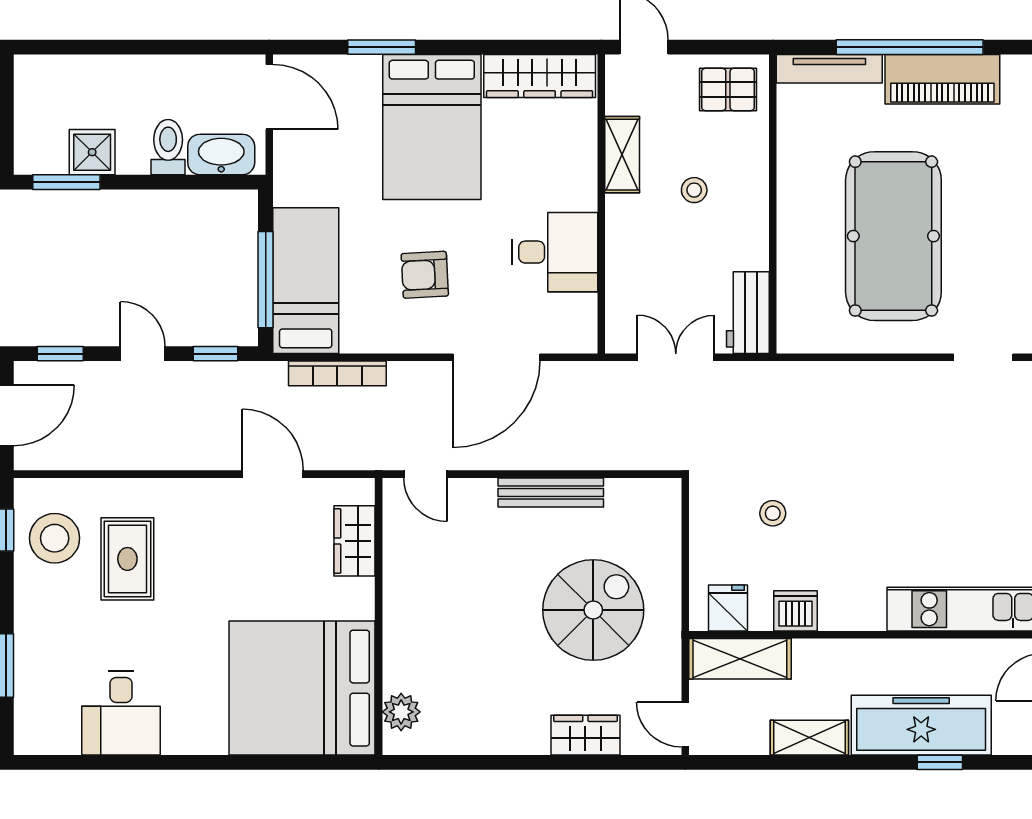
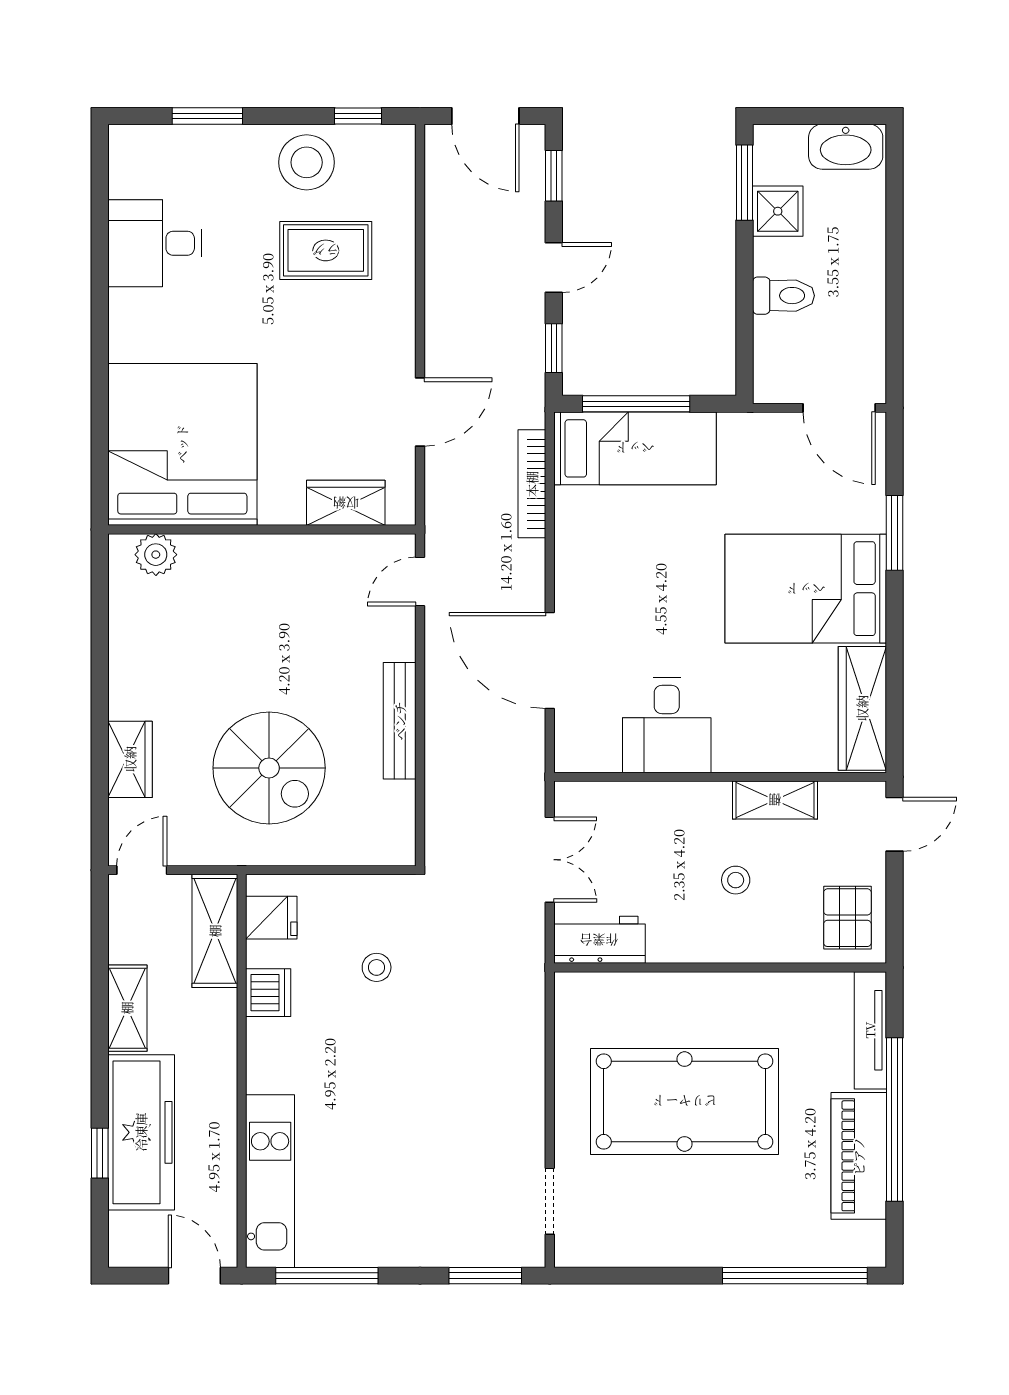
door: (269, 97) -> (839, 408), hinge flipped
washbasin: (221, 154) -> (846, 147), moved, turned 90
armchair: (425, 275) -> (642, 581), removed
stool: (55, 538) -> (307, 162), moved

